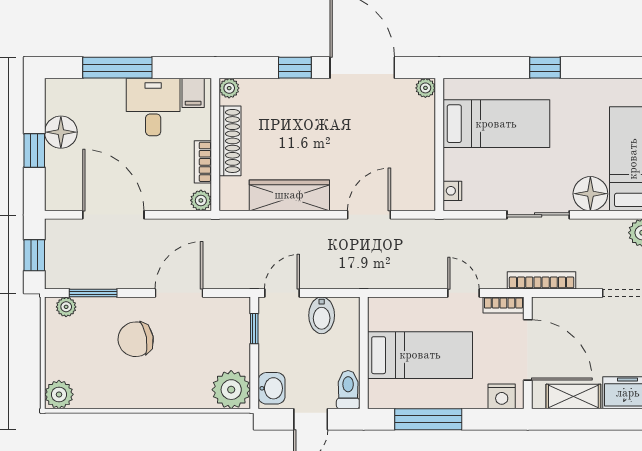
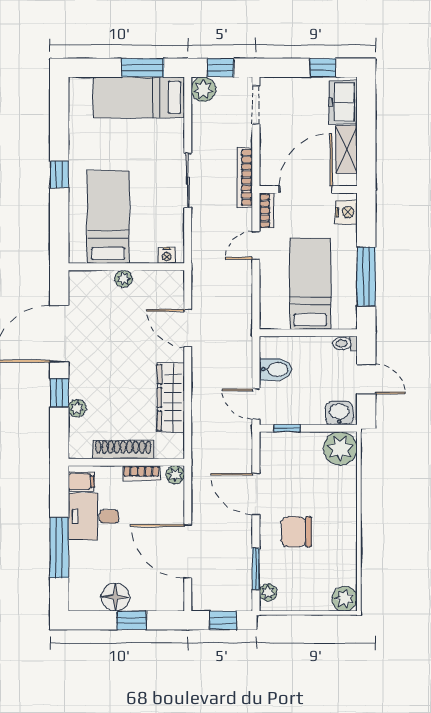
plant: (229, 88) -> (77, 408), moved
plant: (425, 88) -> (123, 279), moved
floor lamp: (590, 194) -> (169, 135), removed
door: (113, 215) -> (188, 551), hinge flipped
chair: (136, 339) -> (296, 532), turned 100
toilet: (348, 390) -> (345, 344), width x0.73, depth x0.72

